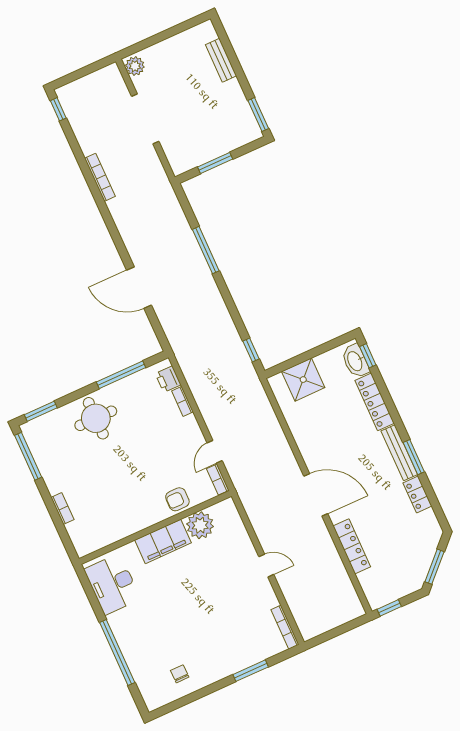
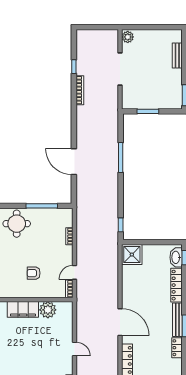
window: (58, 109) -> (74, 67), moved
printer: (168, 379) -> (67, 220), removed
shower: (303, 380) -> (132, 255), moved
armchair: (177, 499) -> (34, 273), moved

